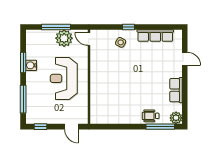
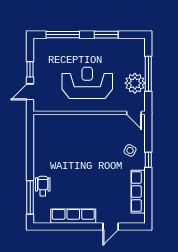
door: (89, 39) -> (134, 113), swing flipped
water cooler: (31, 65) -> (103, 44), removed
row of seats: (176, 90) -> (73, 216), width x1.48
plant: (176, 118) -> (40, 216), removed
window: (40, 127) -> (30, 69), moved

